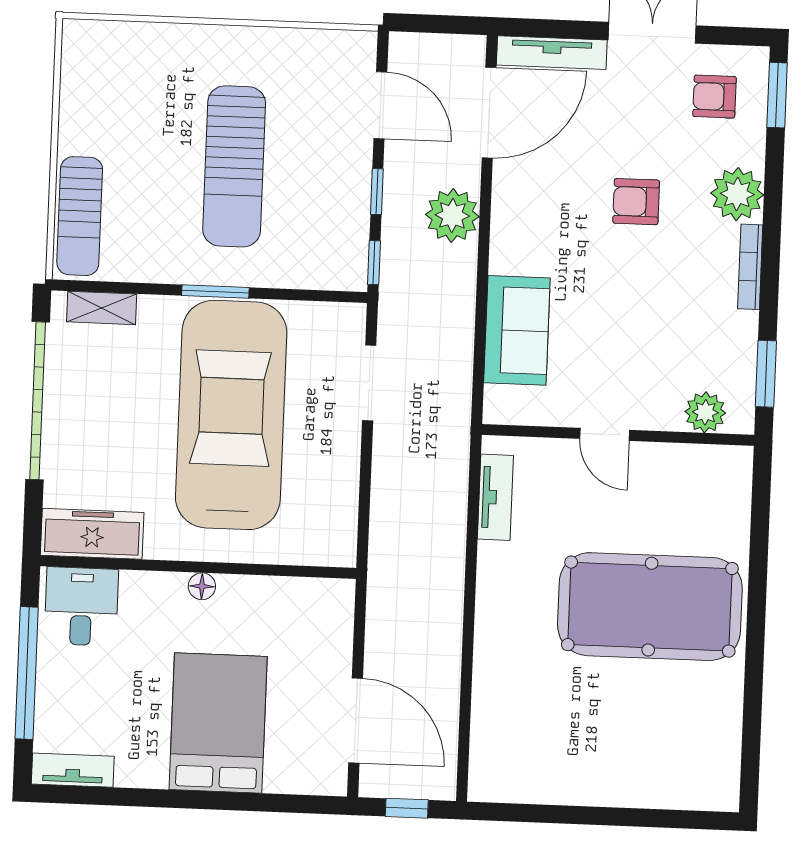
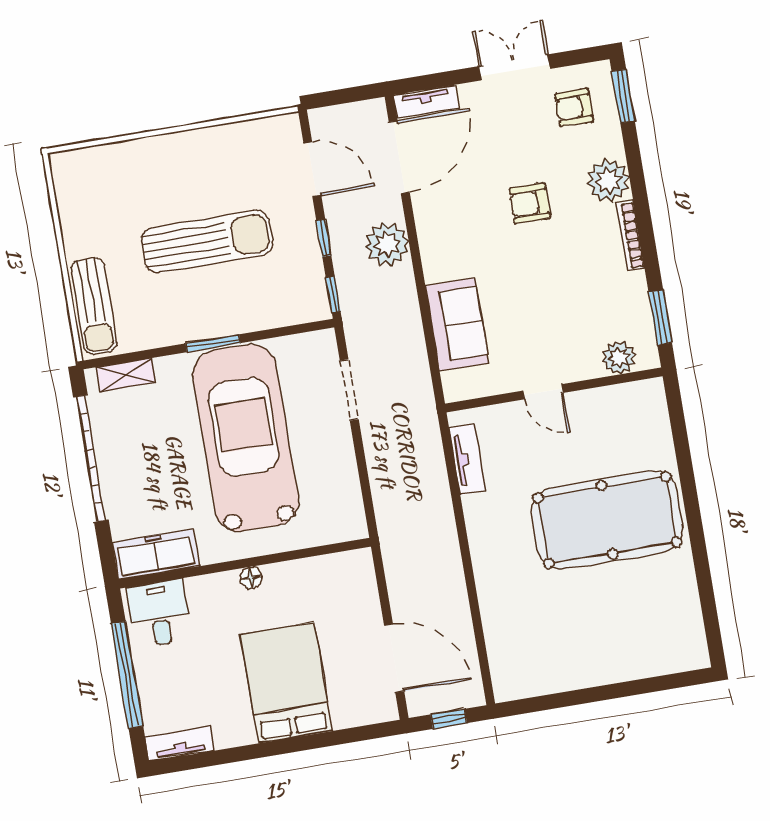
tv unit: (552, 53) -> (426, 102), width x0.71
sun lounger: (234, 166) -> (207, 242), turned -90

